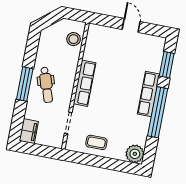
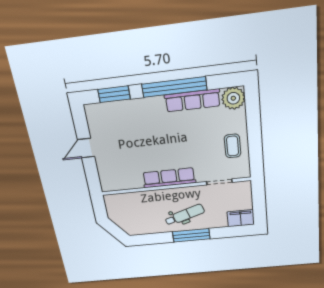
stool: (74, 39) -> (126, 202), removed
row of seats: (149, 94) -> (192, 100), moved

